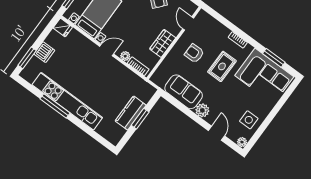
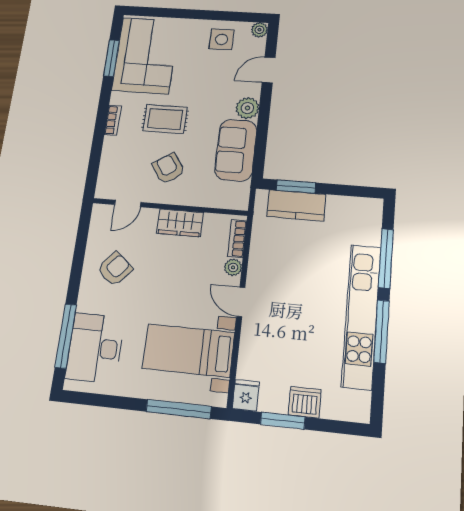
armchair: (194, 53) -> (168, 168), turned 146
window: (27, 58) -> (283, 421), moved
kitchen counter: (131, 113) -> (296, 205), moved
window: (140, 119) -> (296, 186), moved
window: (87, 129) -> (386, 258), added

